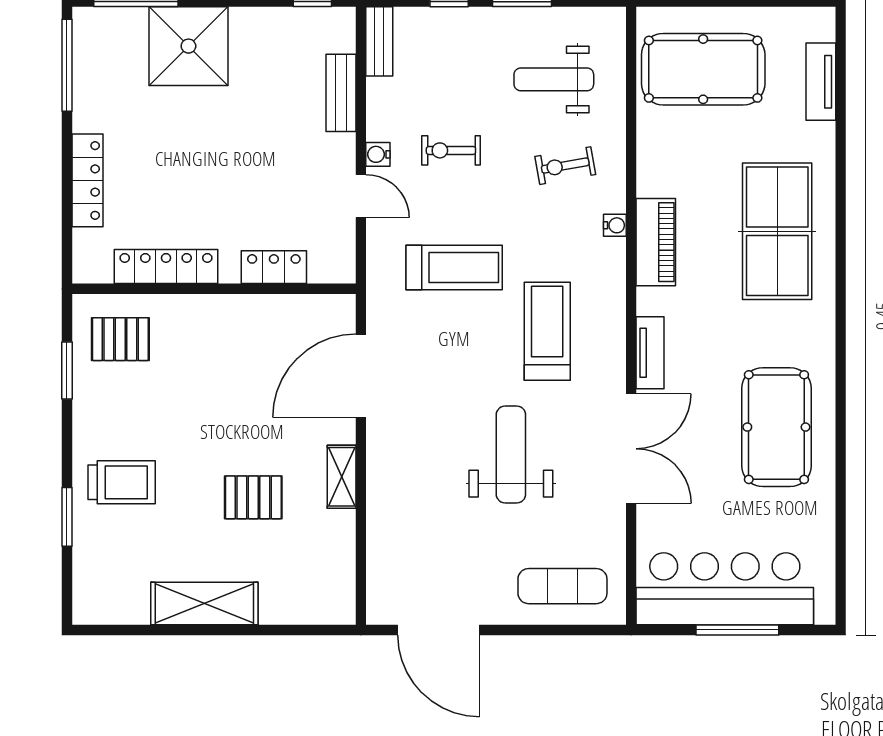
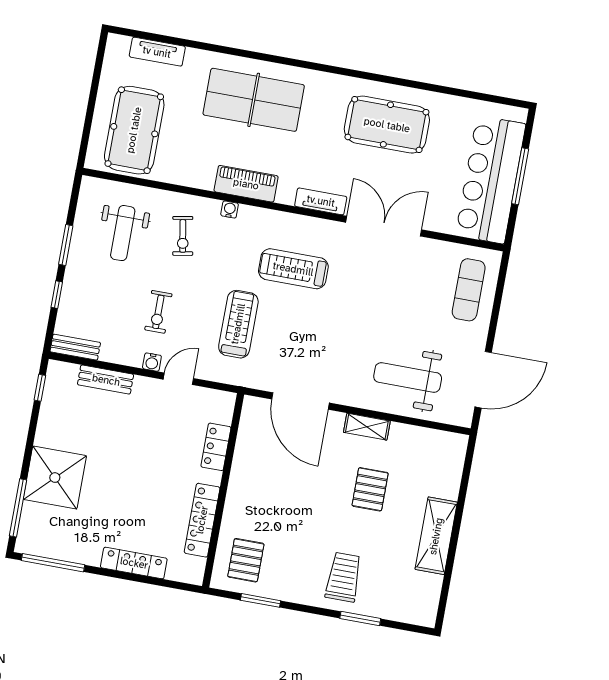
weight bench: (511, 455) -> (408, 377), moved

